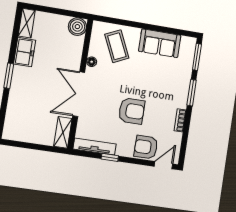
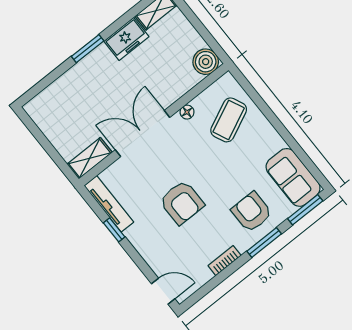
sofa: (160, 43) -> (293, 177), moved
armchair: (146, 147) -> (252, 212), moved

